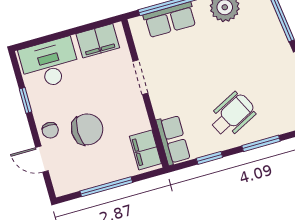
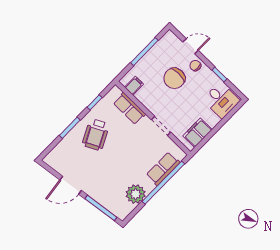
desk: (50, 64) -> (221, 100), width x0.73
row of seats: (173, 140) -> (129, 108), moved
filing cabinet: (145, 150) -> (134, 86), width x0.50

